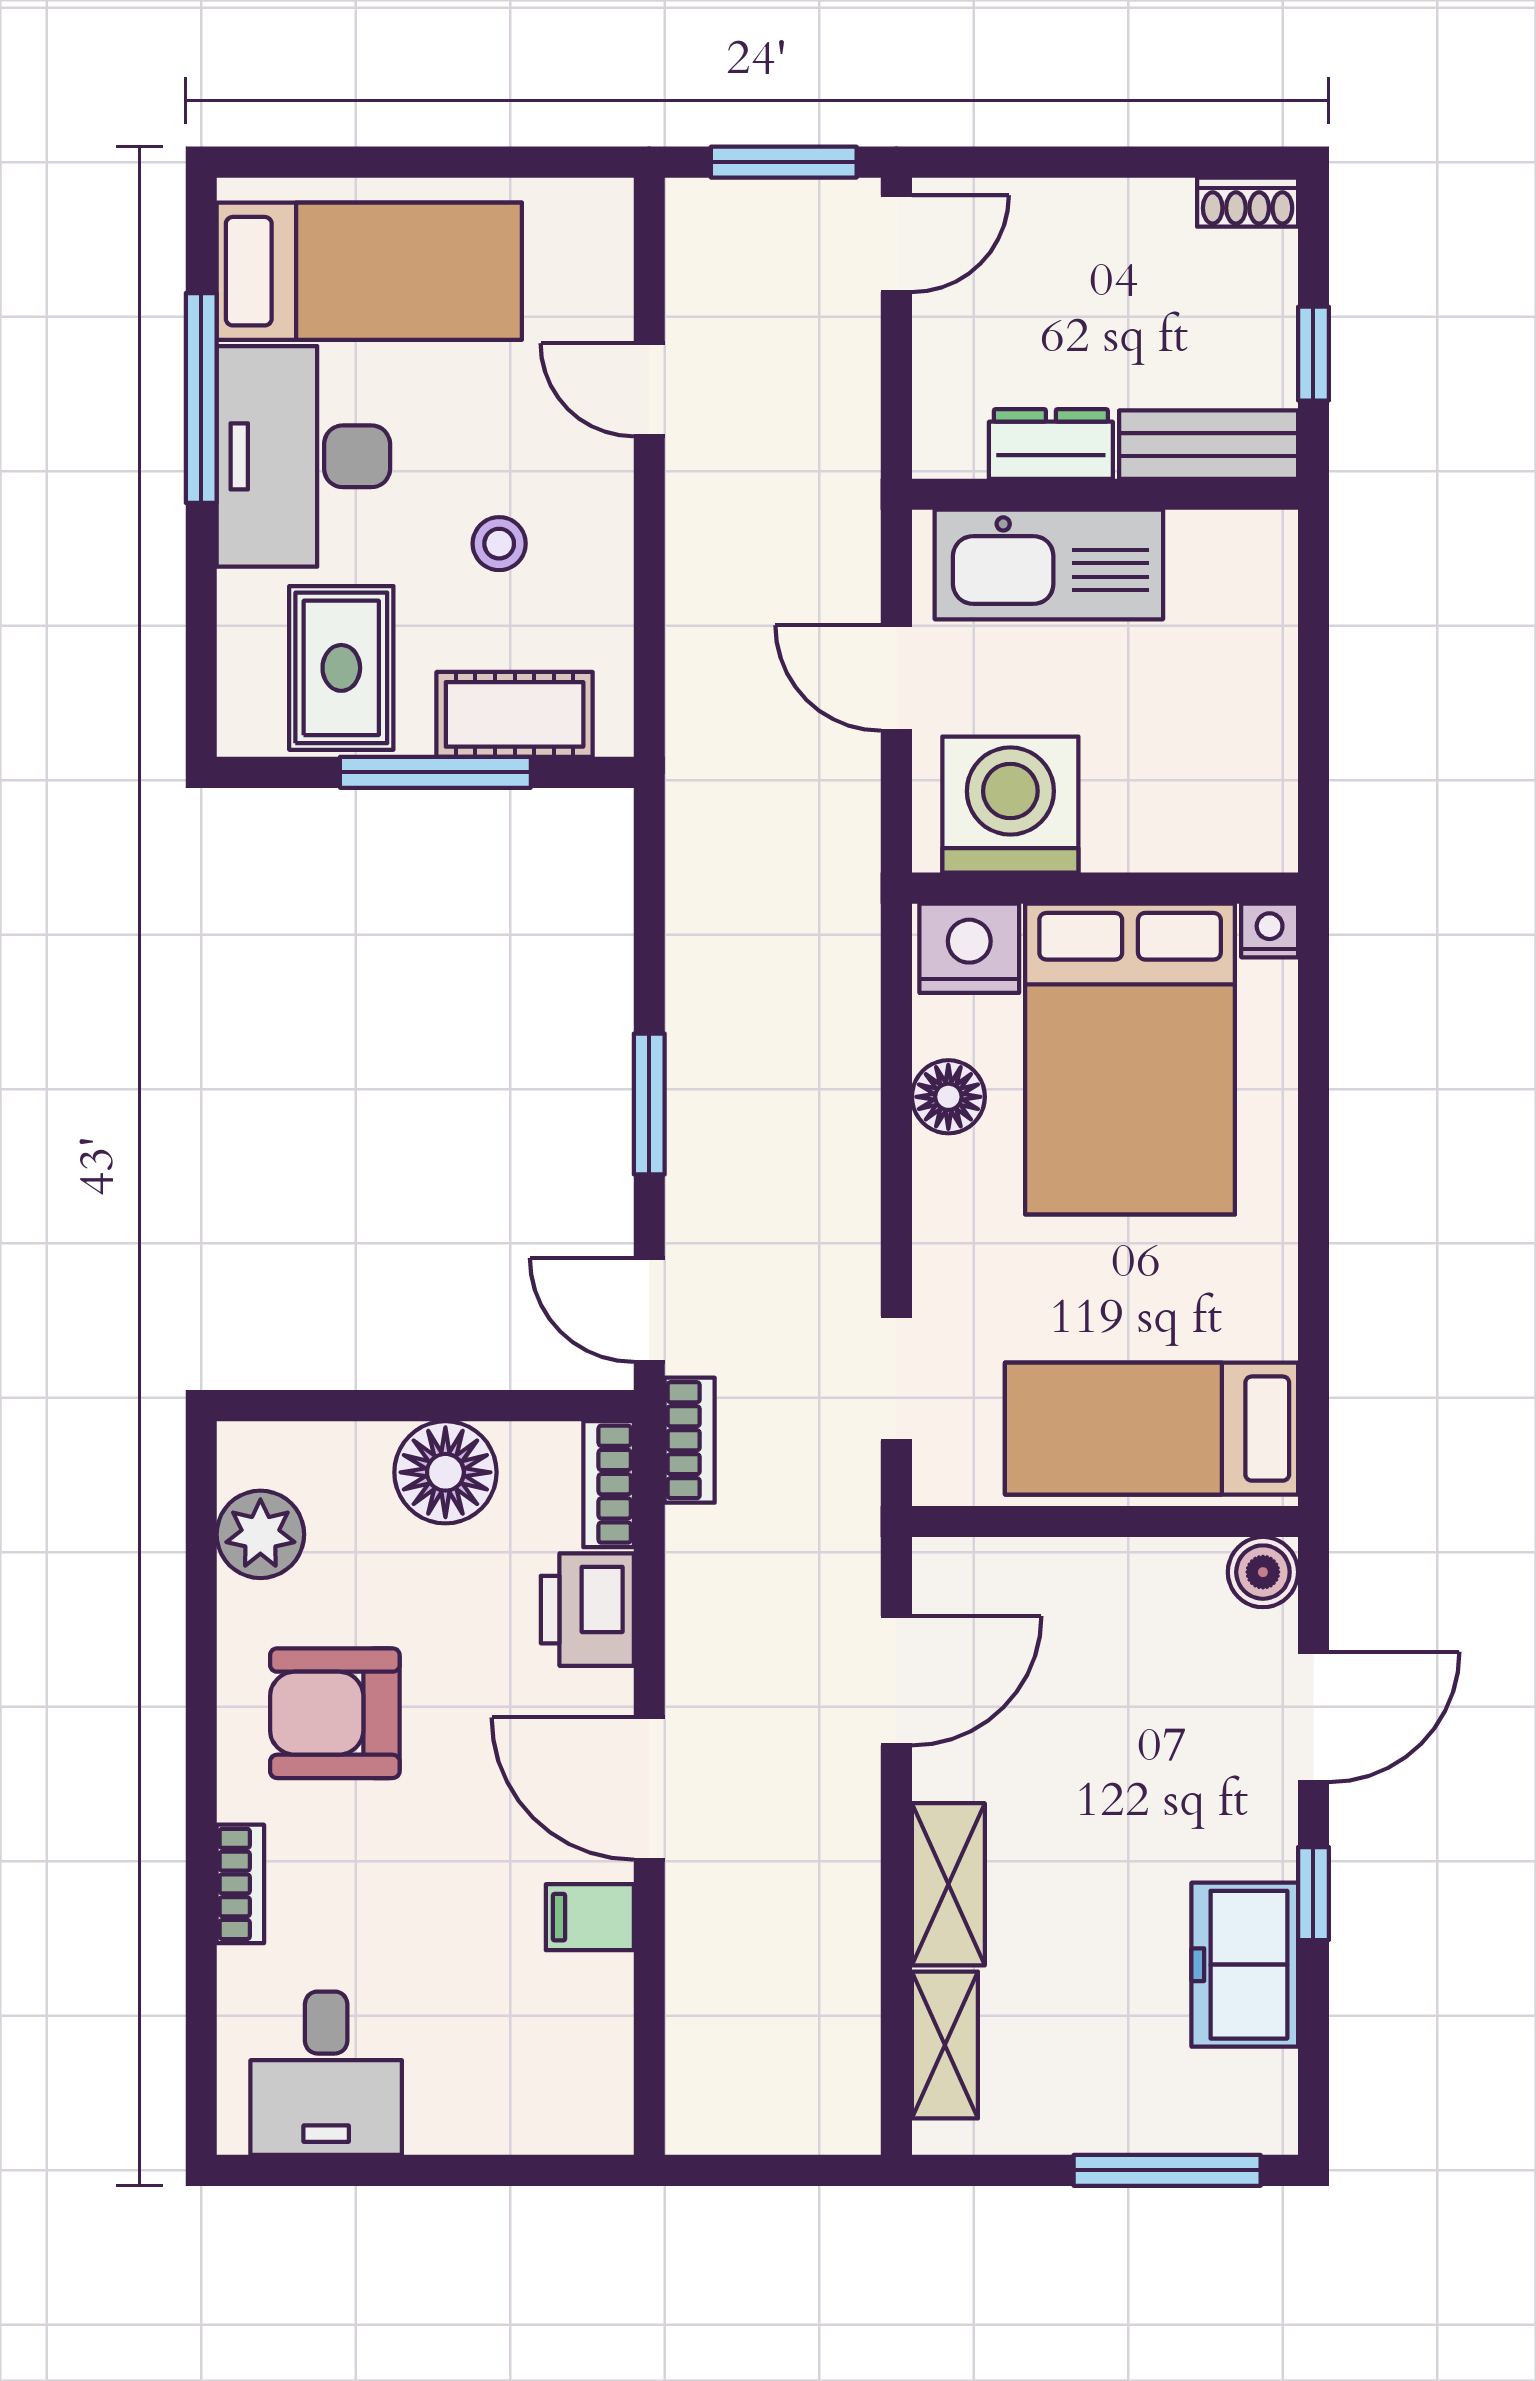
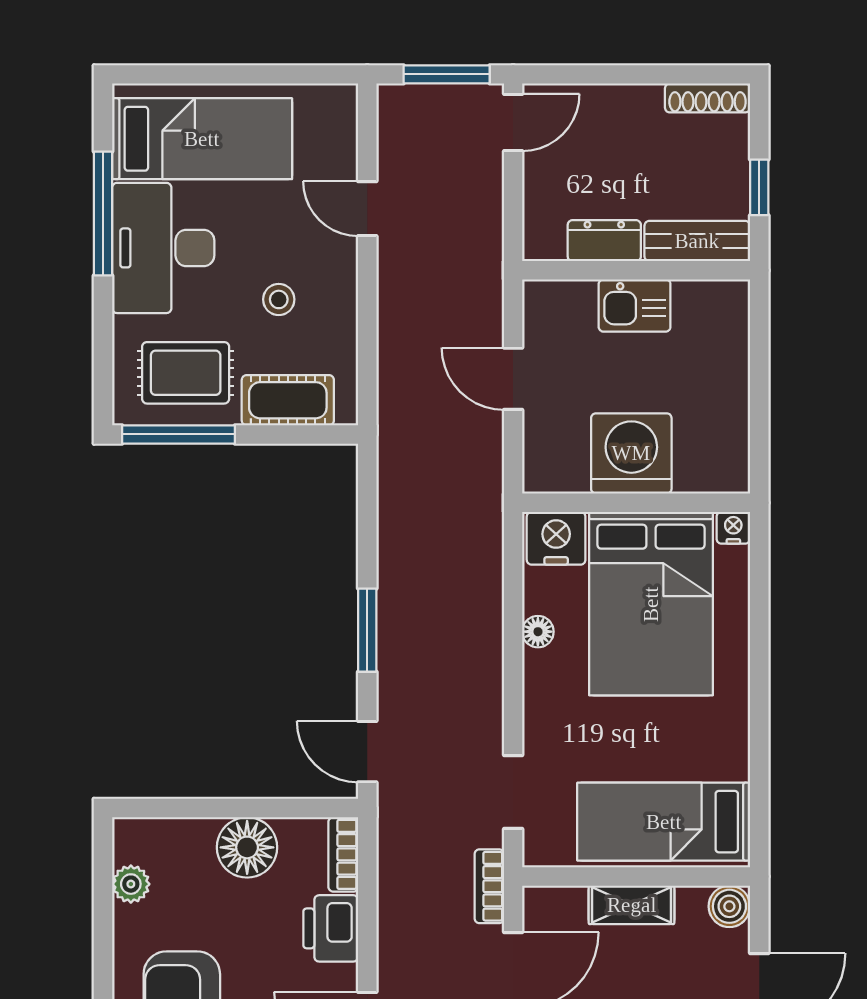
shoe rack: (1248, 202) -> (708, 98), width x1.43
kitchen sink: (1049, 565) -> (635, 306), width x0.53, depth x0.81
rug: (341, 668) -> (186, 373), turned 90
window: (435, 772) -> (178, 434), moved
washing machine: (1010, 805) -> (631, 453), moved
floor lamp: (948, 1097) -> (538, 632), width x0.73, depth x0.73
bookcase: (690, 1440) -> (489, 886), moved, turned 180
plant: (260, 1534) -> (131, 884), width x0.73, depth x0.73
shelving: (1097, 1570) -> (632, 905), added

